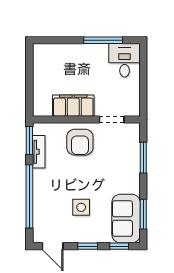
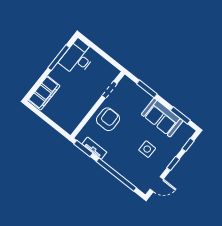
desk: (125, 60) -> (78, 58), width x1.37
filing cabinet: (73, 106) -> (44, 93), moved, turned 180
armchair: (80, 142) -> (108, 119), turned -90
sofa: (126, 219) -> (162, 118), moved

